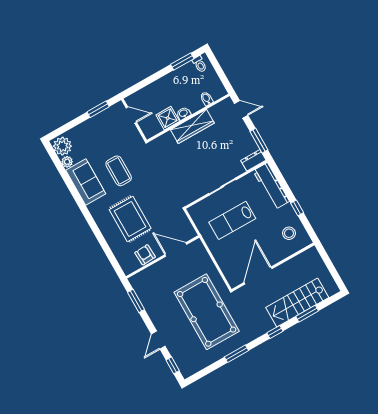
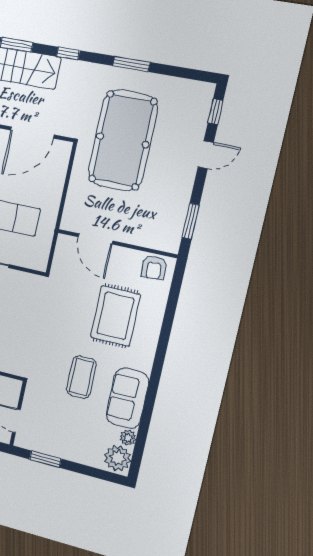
armchair: (145, 255) -> (154, 267), moved

